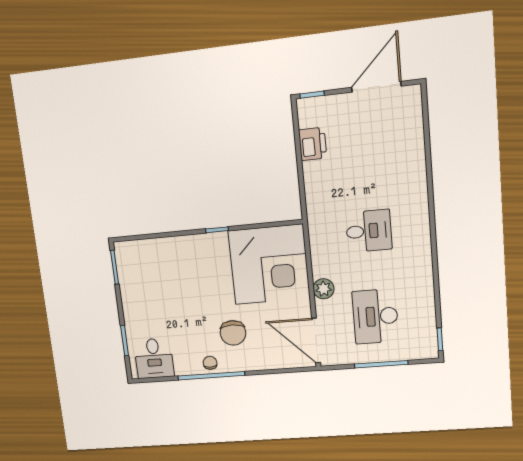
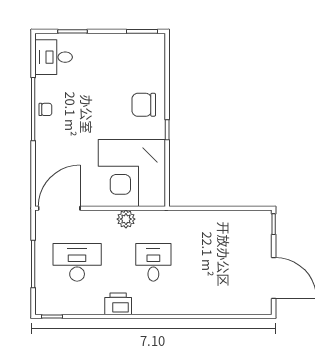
printer: (313, 144) -> (118, 304), moved, turned 180
desk: (369, 231) -> (153, 262), turned 180
plant: (323, 289) -> (126, 219), moved
chair: (233, 333) -> (144, 105), moved

